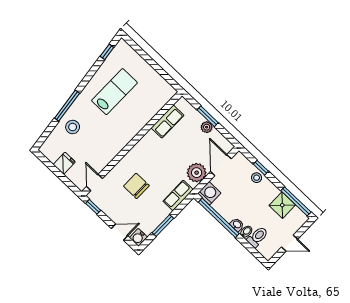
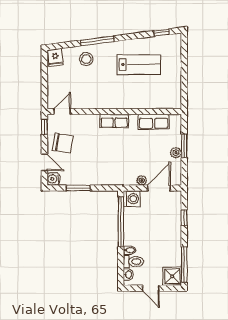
fridge: (64, 163) -> (55, 57), moved, turned 83
plant: (197, 173) -> (142, 180), width x0.53, depth x0.53
stool: (257, 178) -> (174, 221), removed
chair: (136, 186) -> (63, 143), moved, turned 100
row of seats: (178, 195) -> (114, 121), moved, turned 180
shower: (282, 205) -> (172, 276), moved
washbasin: (237, 225) -> (128, 275), moved

